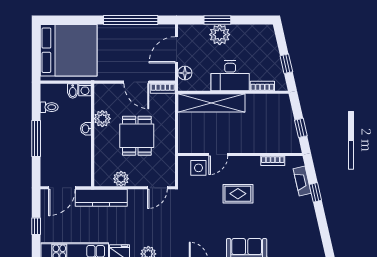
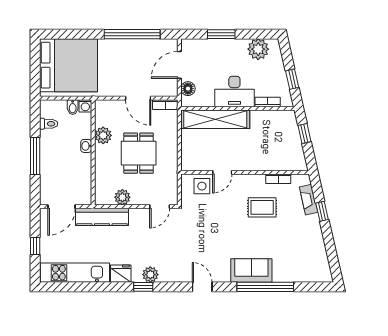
plant: (220, 35) -> (258, 49), moved
window: (301, 128) -> (304, 133), moved
rug: (238, 194) -> (262, 207), moved

